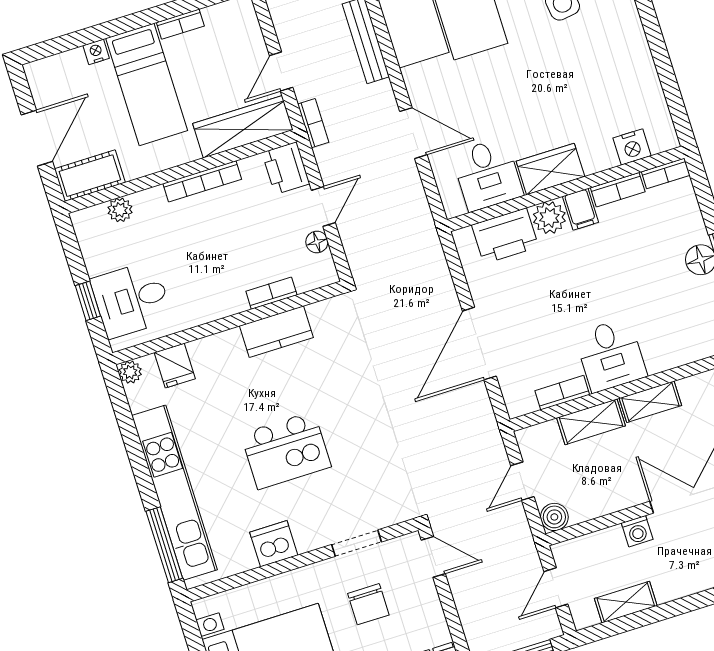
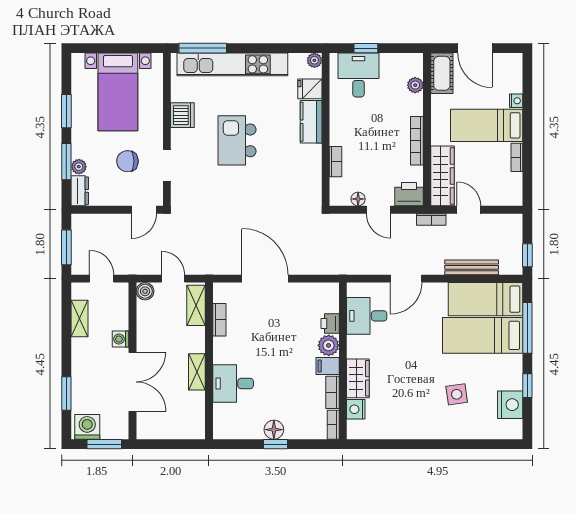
wardrobe: (550, 169) -> (358, 378), moved
printer: (505, 236) -> (330, 324), width x0.53, depth x0.68
kitchen counter: (276, 332) -> (311, 122), moved
desk: (611, 355) -> (233, 384), moved
shelving: (591, 422) -> (196, 305), moved

